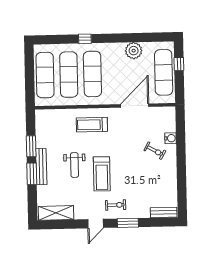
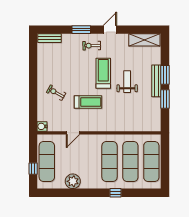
door: (135, 106) -> (73, 133), width x0.53
treadmill: (92, 125) -> (88, 102), moved
water cooler: (170, 138) -> (42, 126), moved

